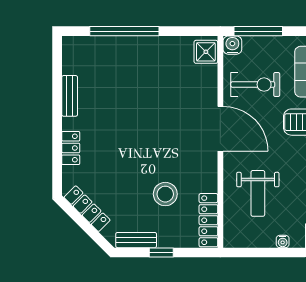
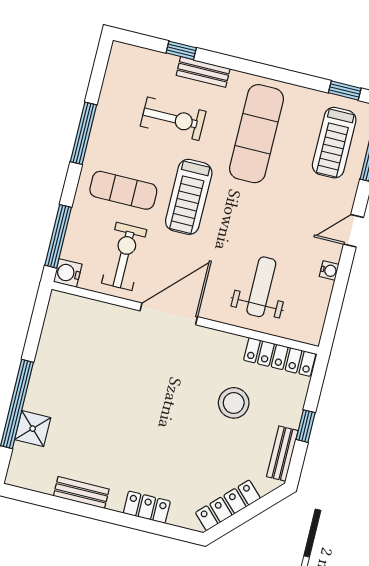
shower: (206, 52) -> (33, 429), moved
weight bench: (258, 193) -> (261, 287), turned -90

